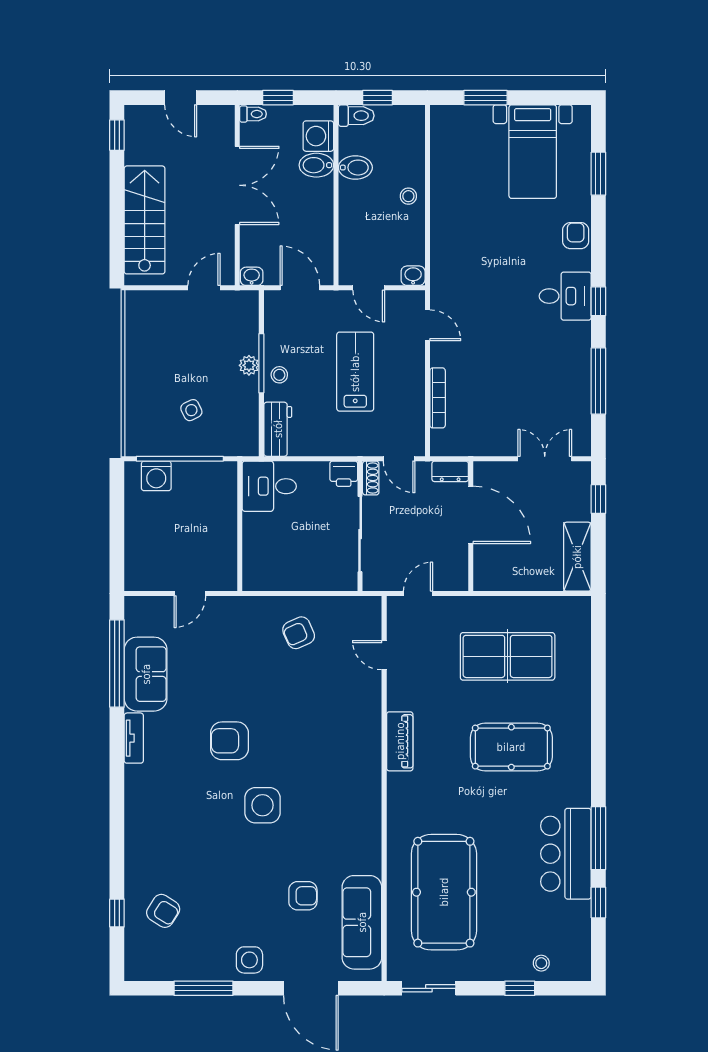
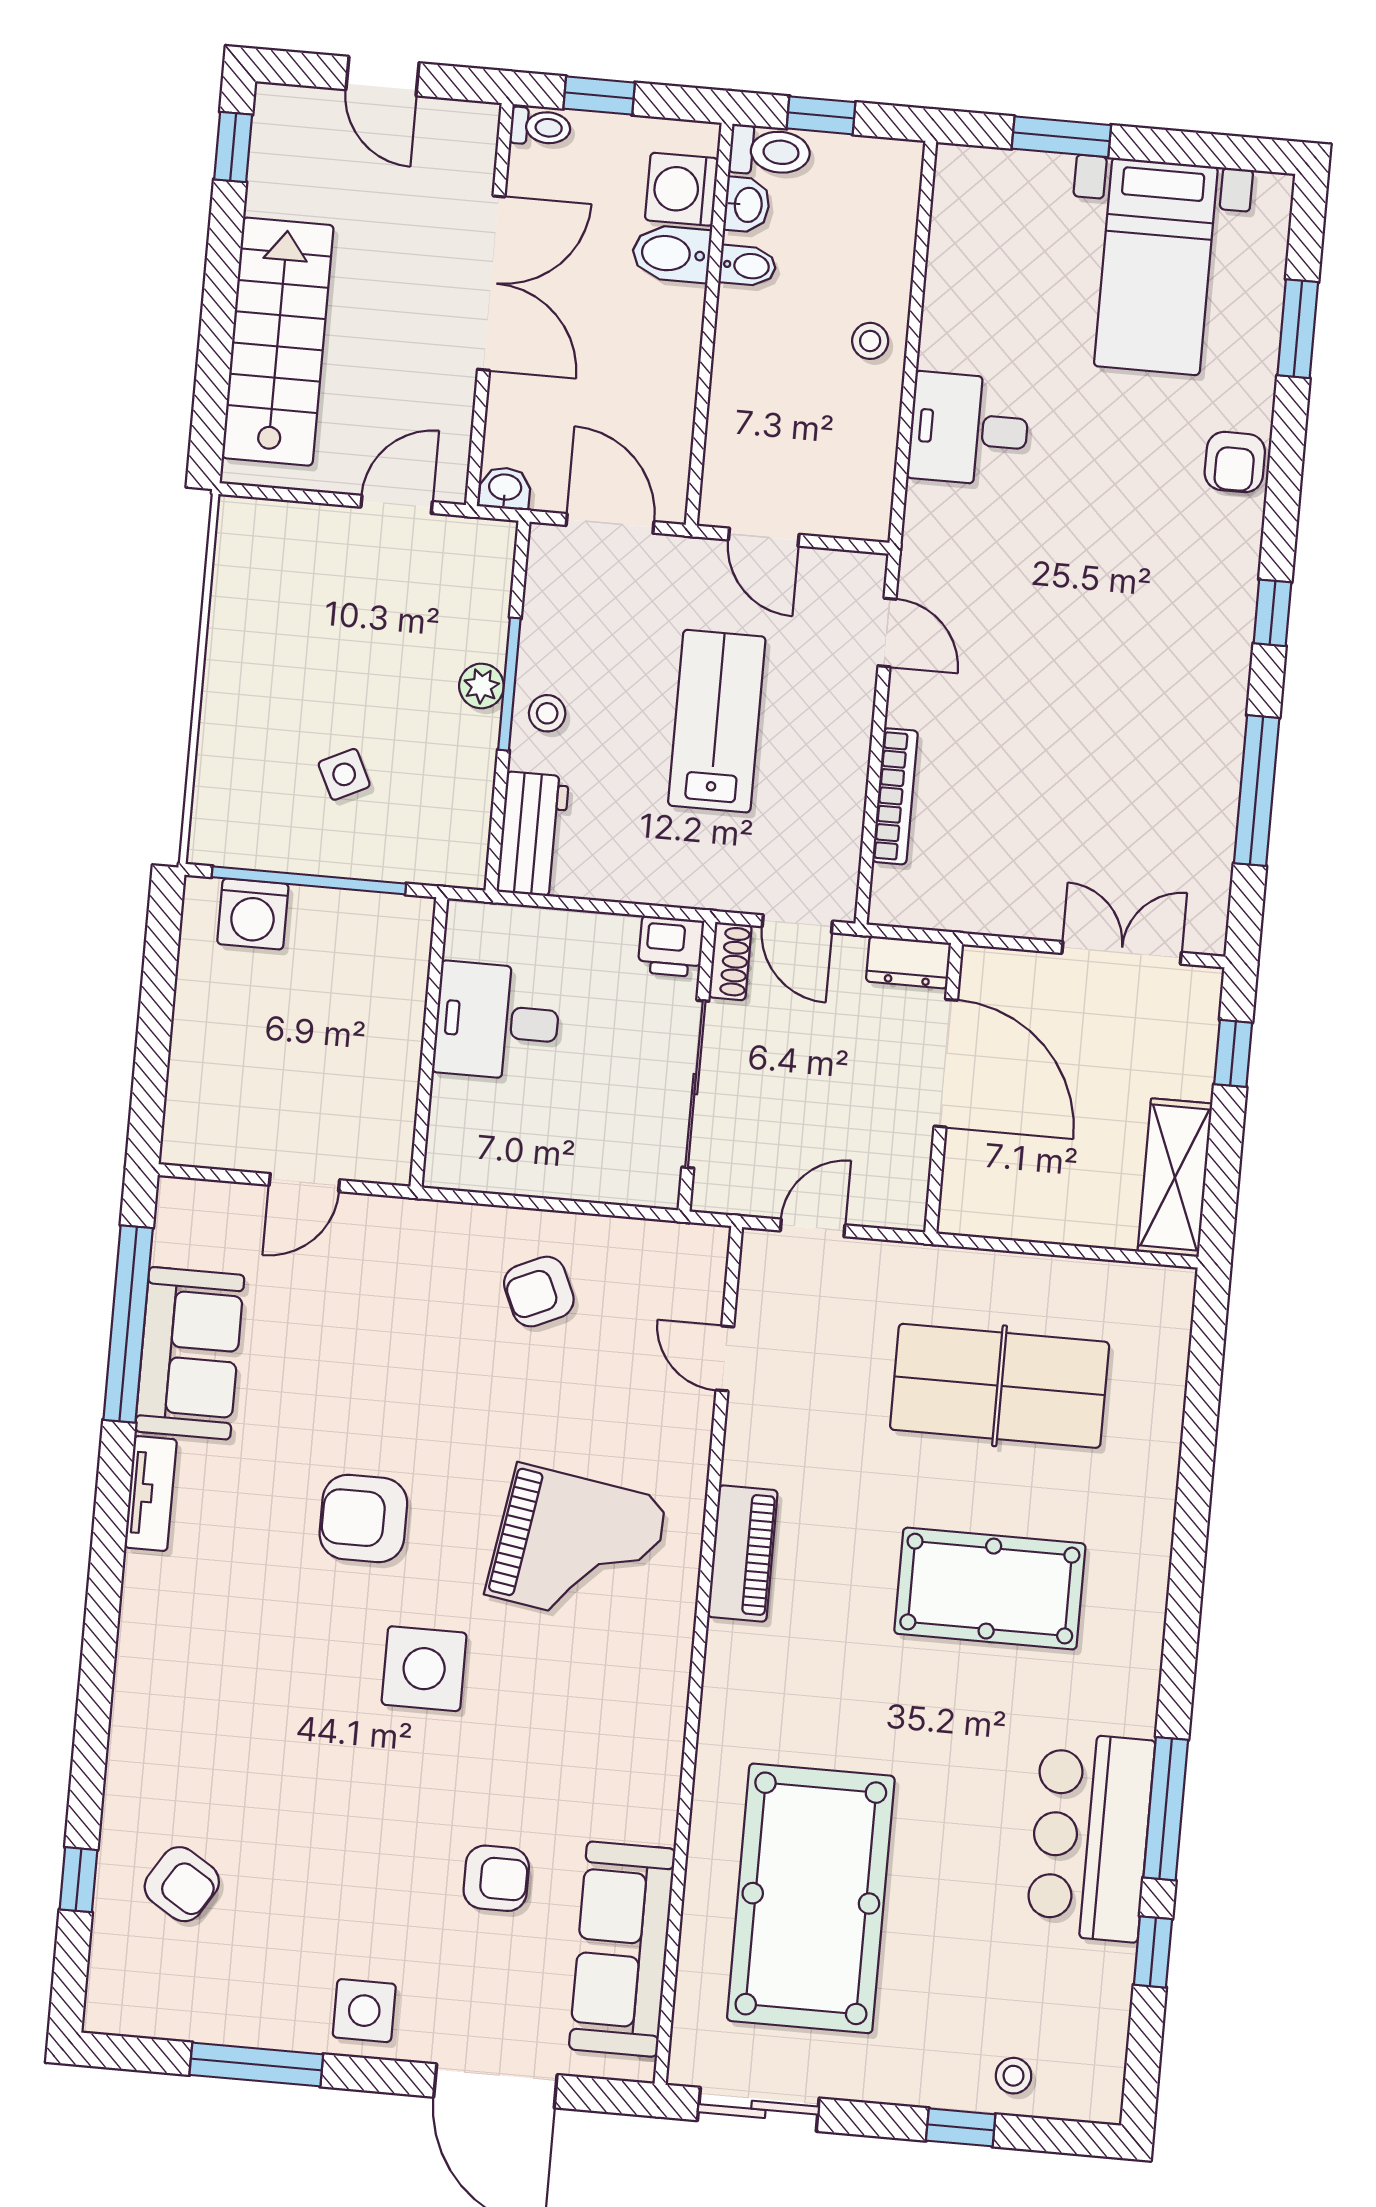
bidet: (355, 168) -> (748, 266), width x0.72, depth x0.74
armchair: (576, 236) -> (1235, 462), turned 180
washbasin: (413, 276) -> (747, 205), moved, turned 90
desk: (565, 296) -> (969, 429), moved, turned 180
desk: (269, 486) -> (497, 1021), moved
grand piano: (326, 745) -> (577, 1547), added

